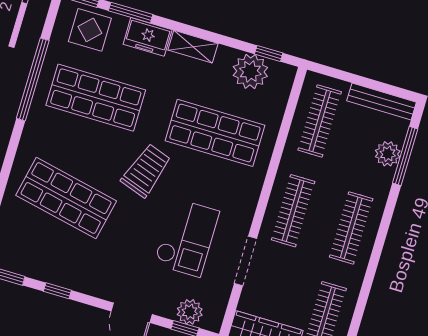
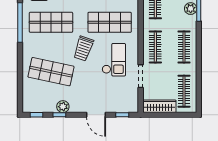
trolley: (146, 171) -> (83, 49), turned 180
checkout: (187, 238) -> (114, 60), moved
plant: (190, 312) -> (63, 107), moved

